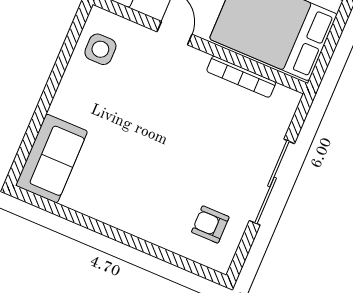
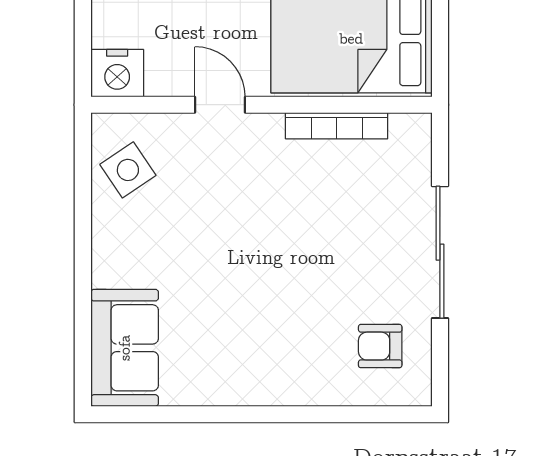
side table: (100, 49) -> (128, 170), turned -34

